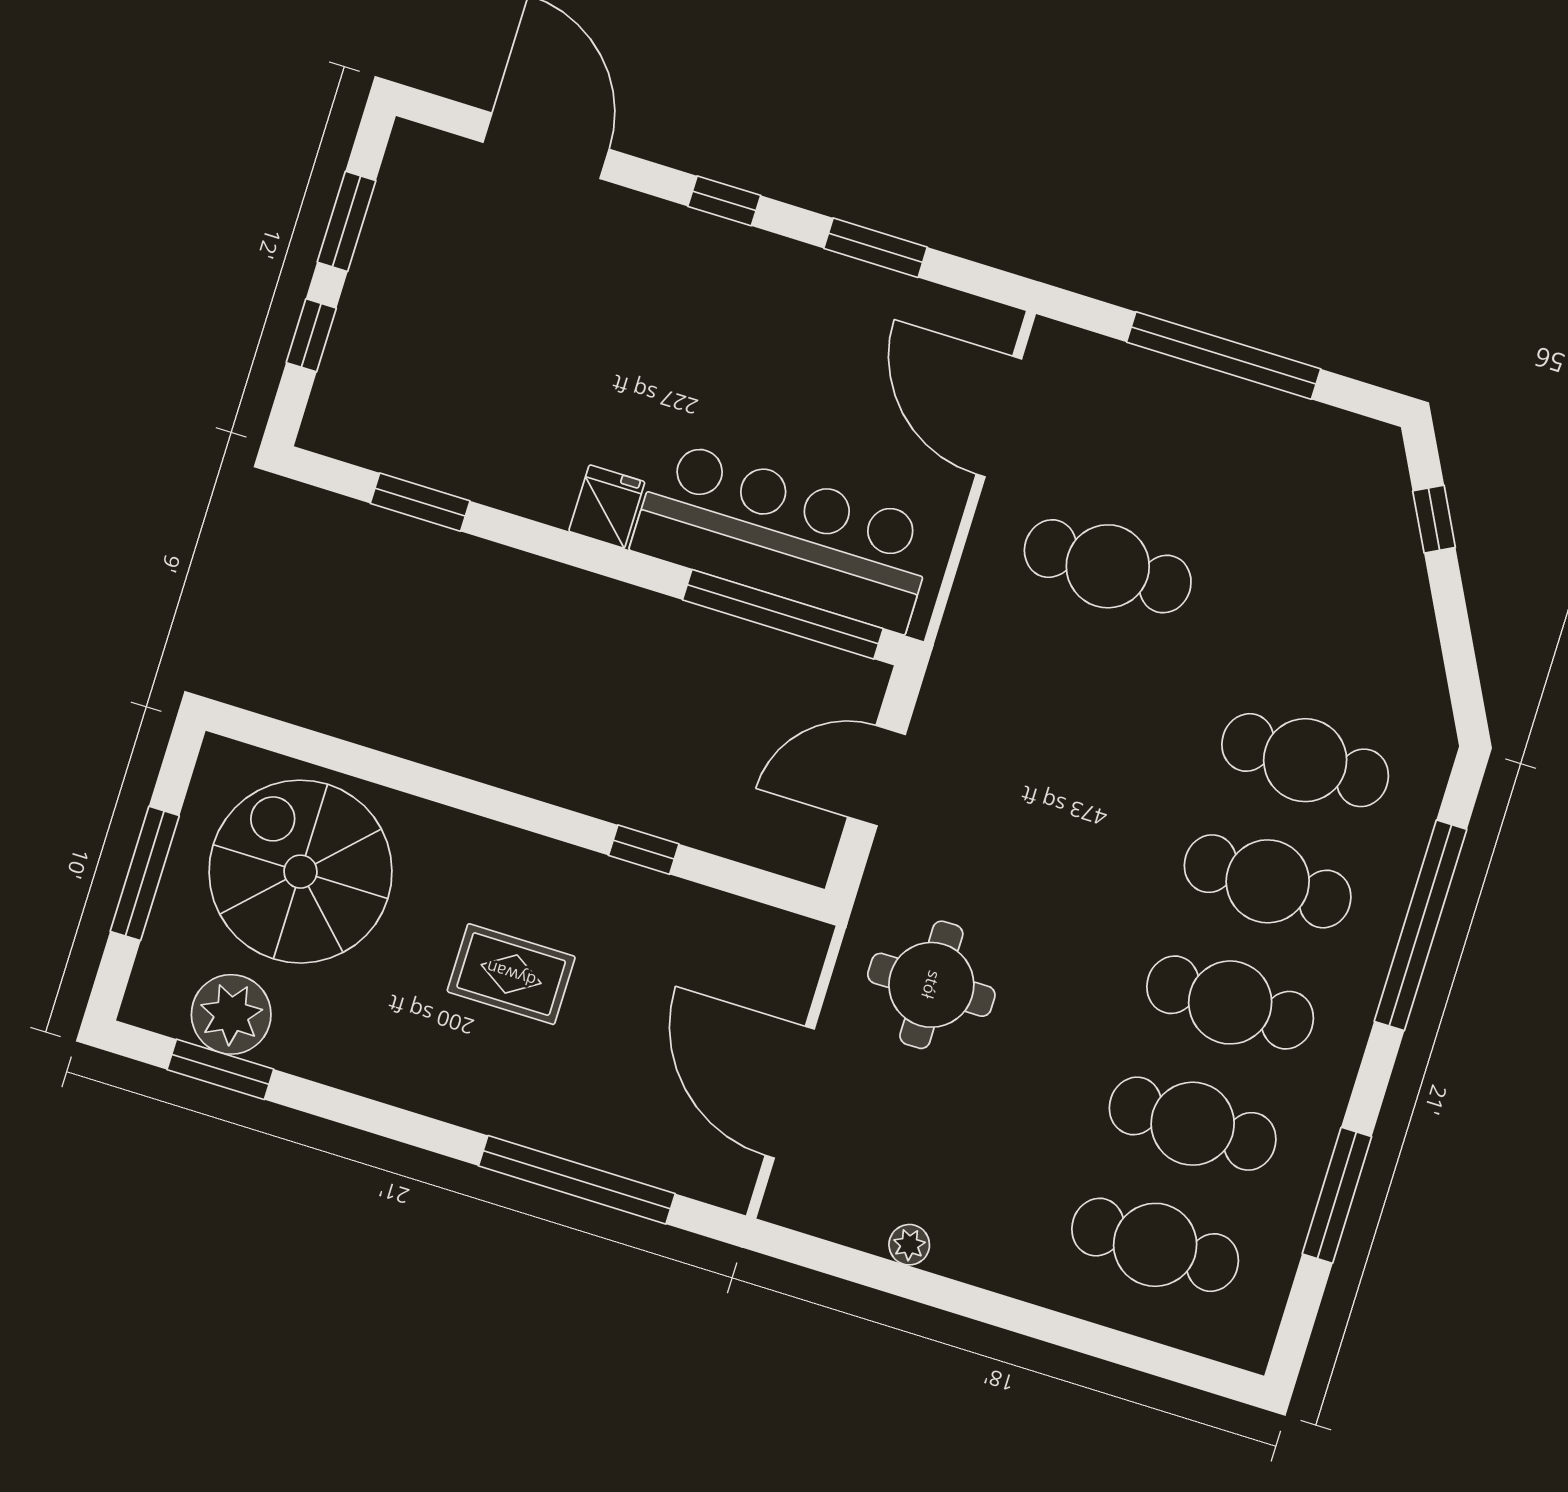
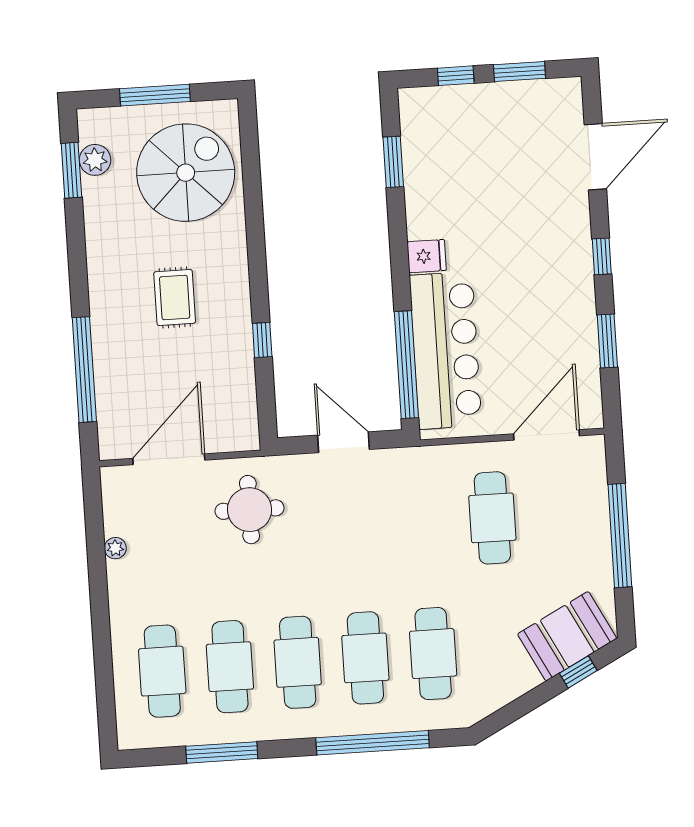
booth: (1364, 515) -> (567, 636), added
plant: (231, 1014) -> (95, 160), width x0.73, depth x0.73

